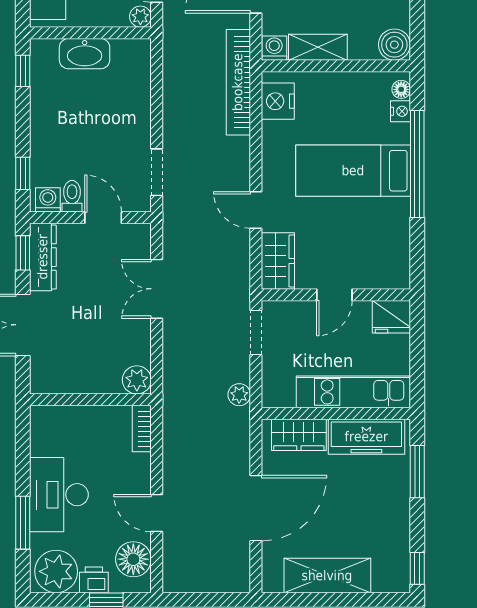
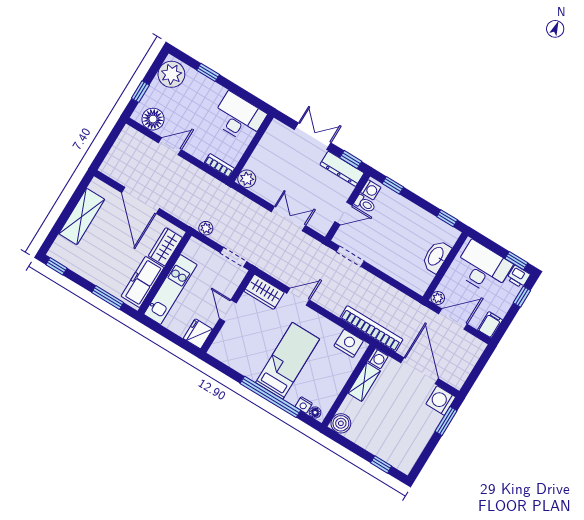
desk: (59, 495) -> (239, 117), moved
window: (23, 523) -> (208, 72), width x0.67
printer: (94, 580) -> (155, 92), removed

